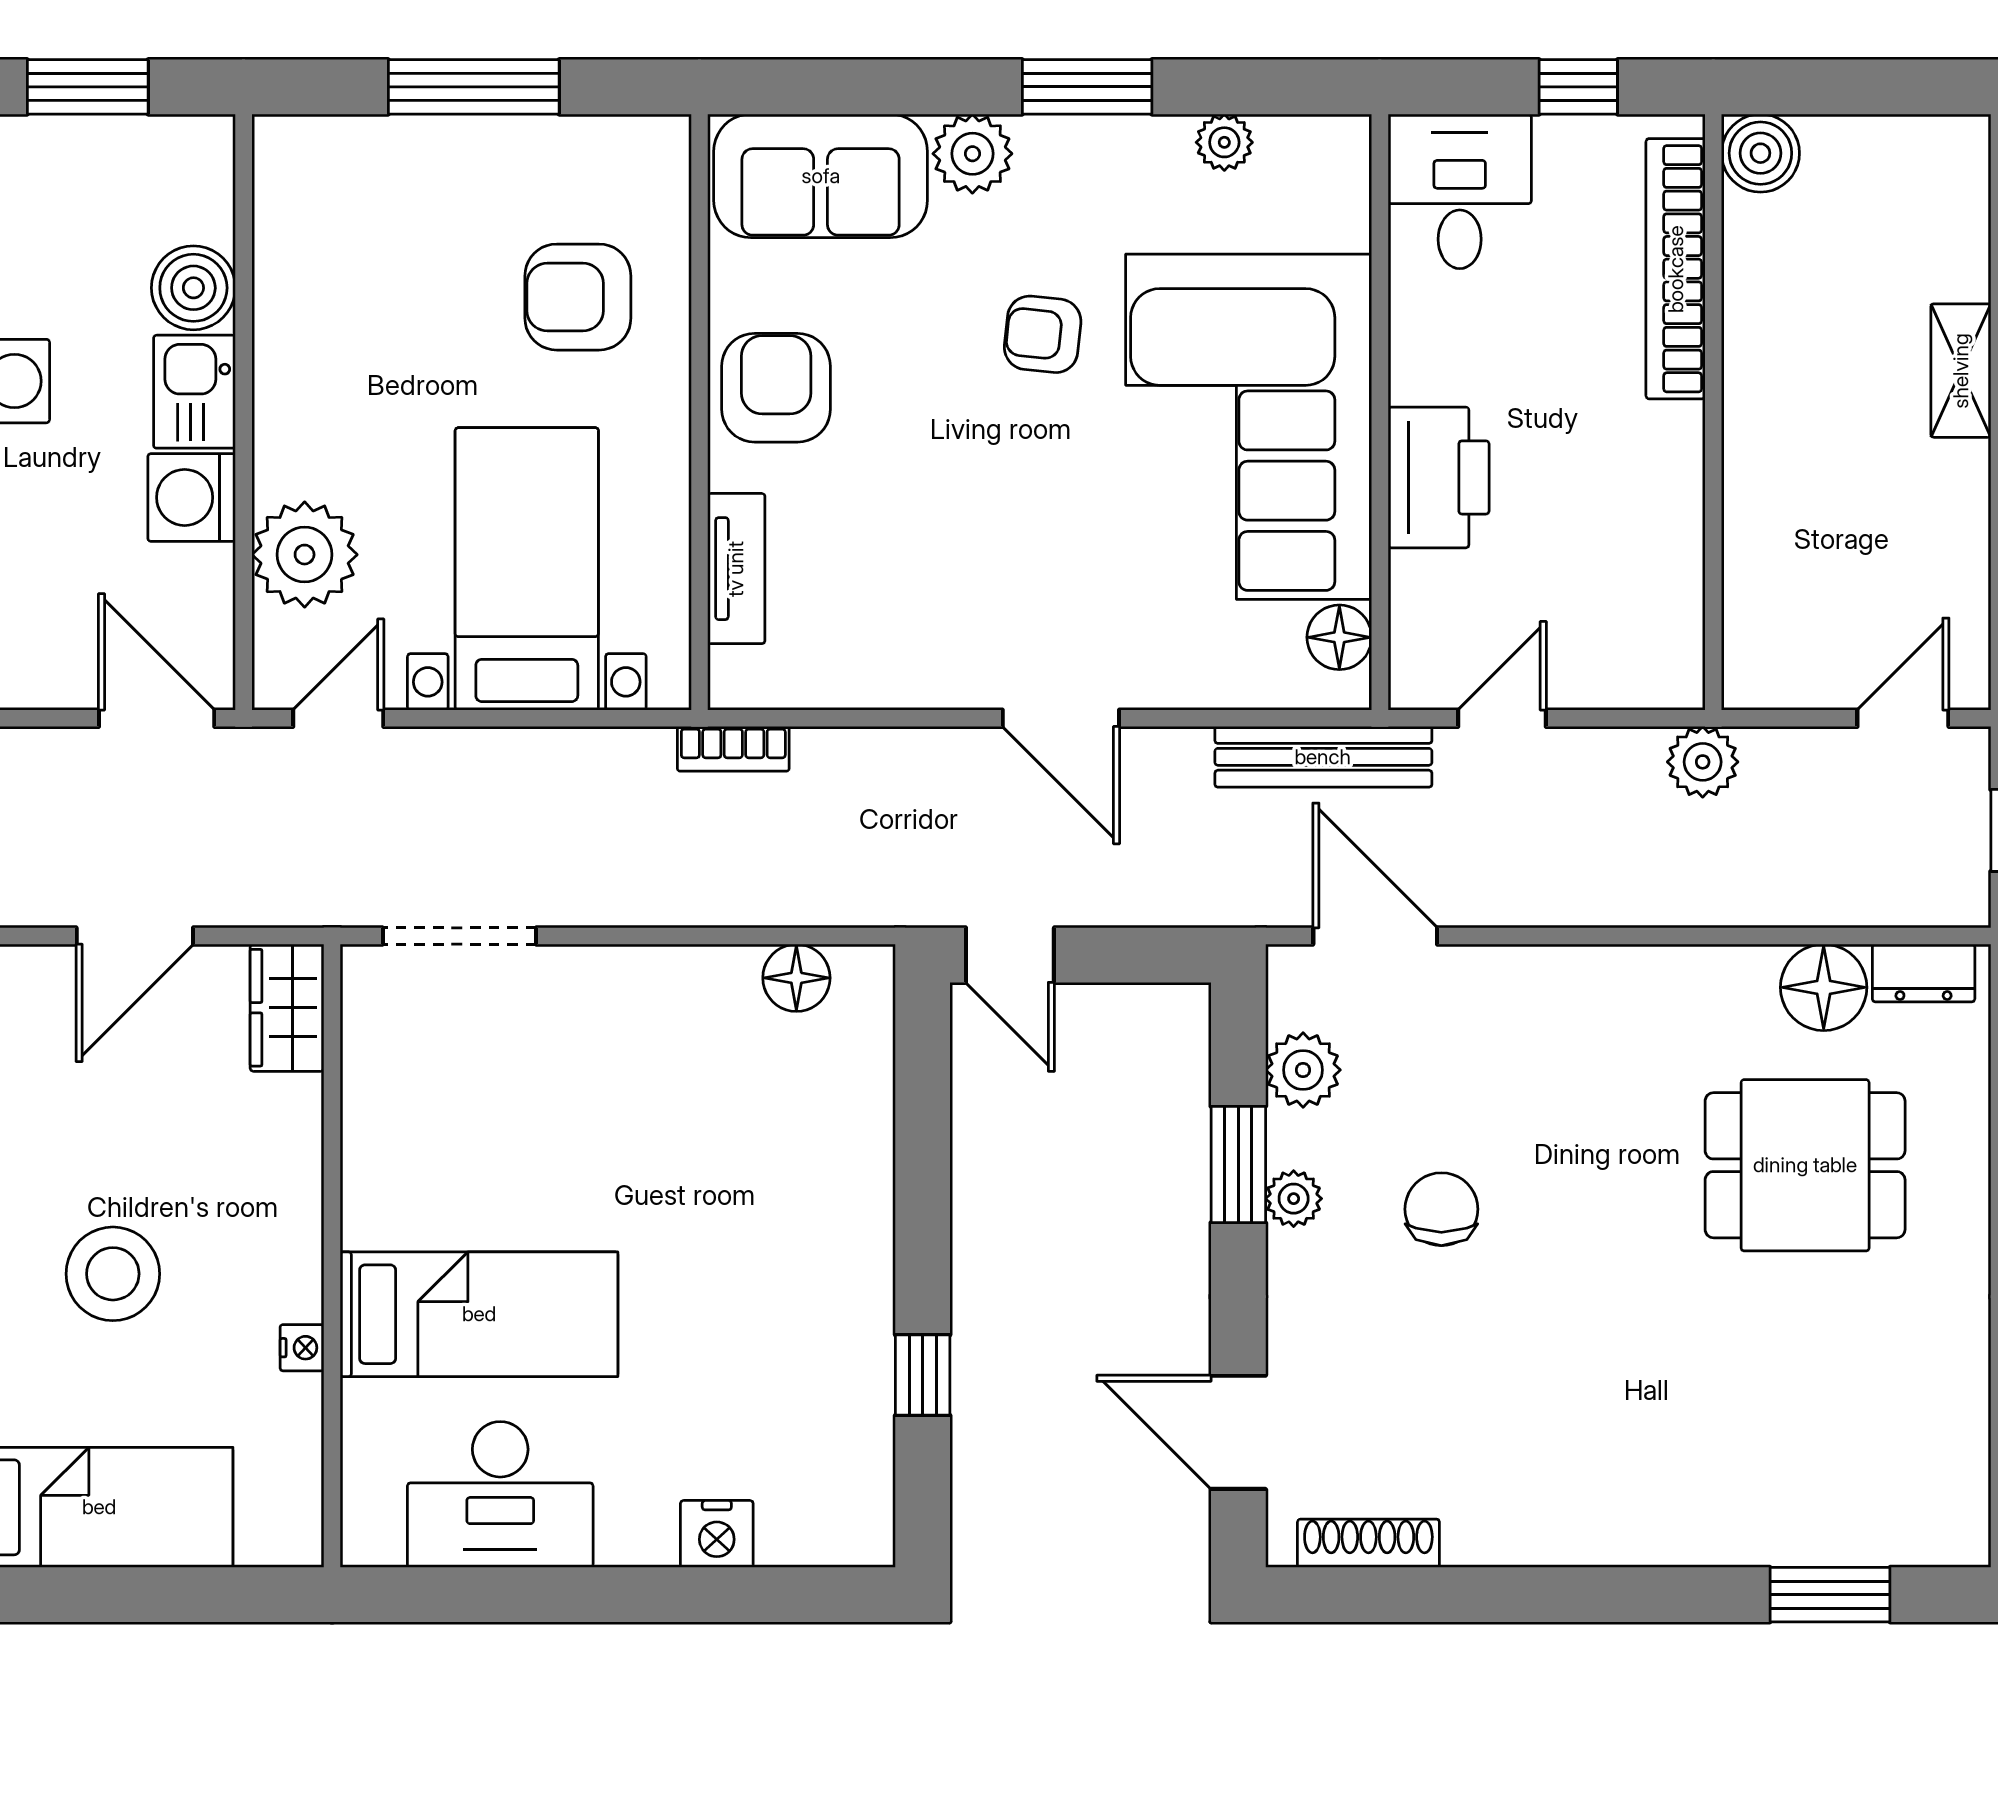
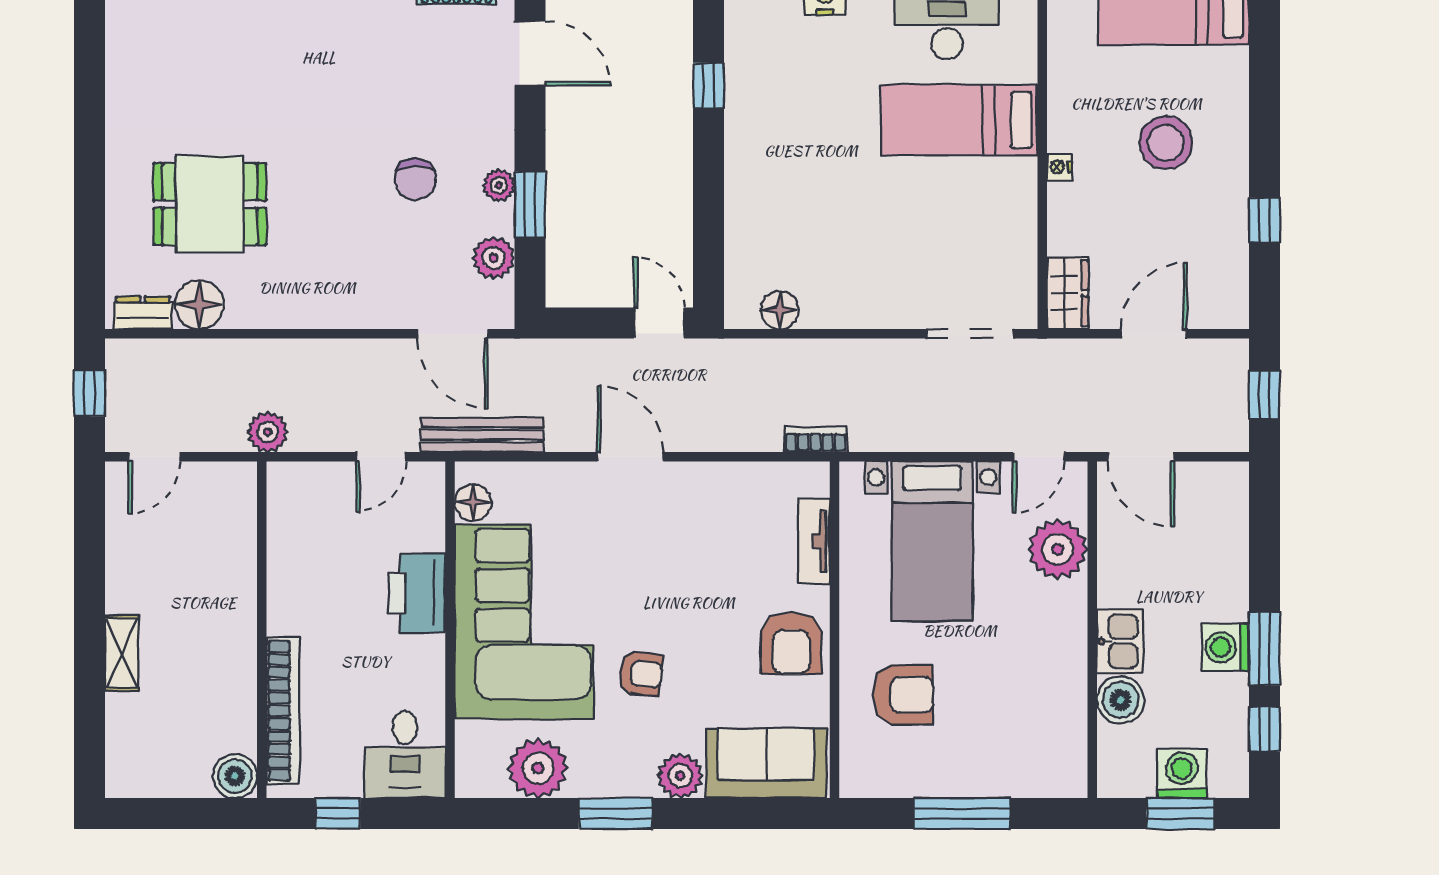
plant: (1224, 142) -> (538, 768), width x1.88, depth x1.88
washing machine: (192, 497) -> (1182, 773), moved, turned -90
nightstand: (302, 1348) -> (1059, 167), moved

